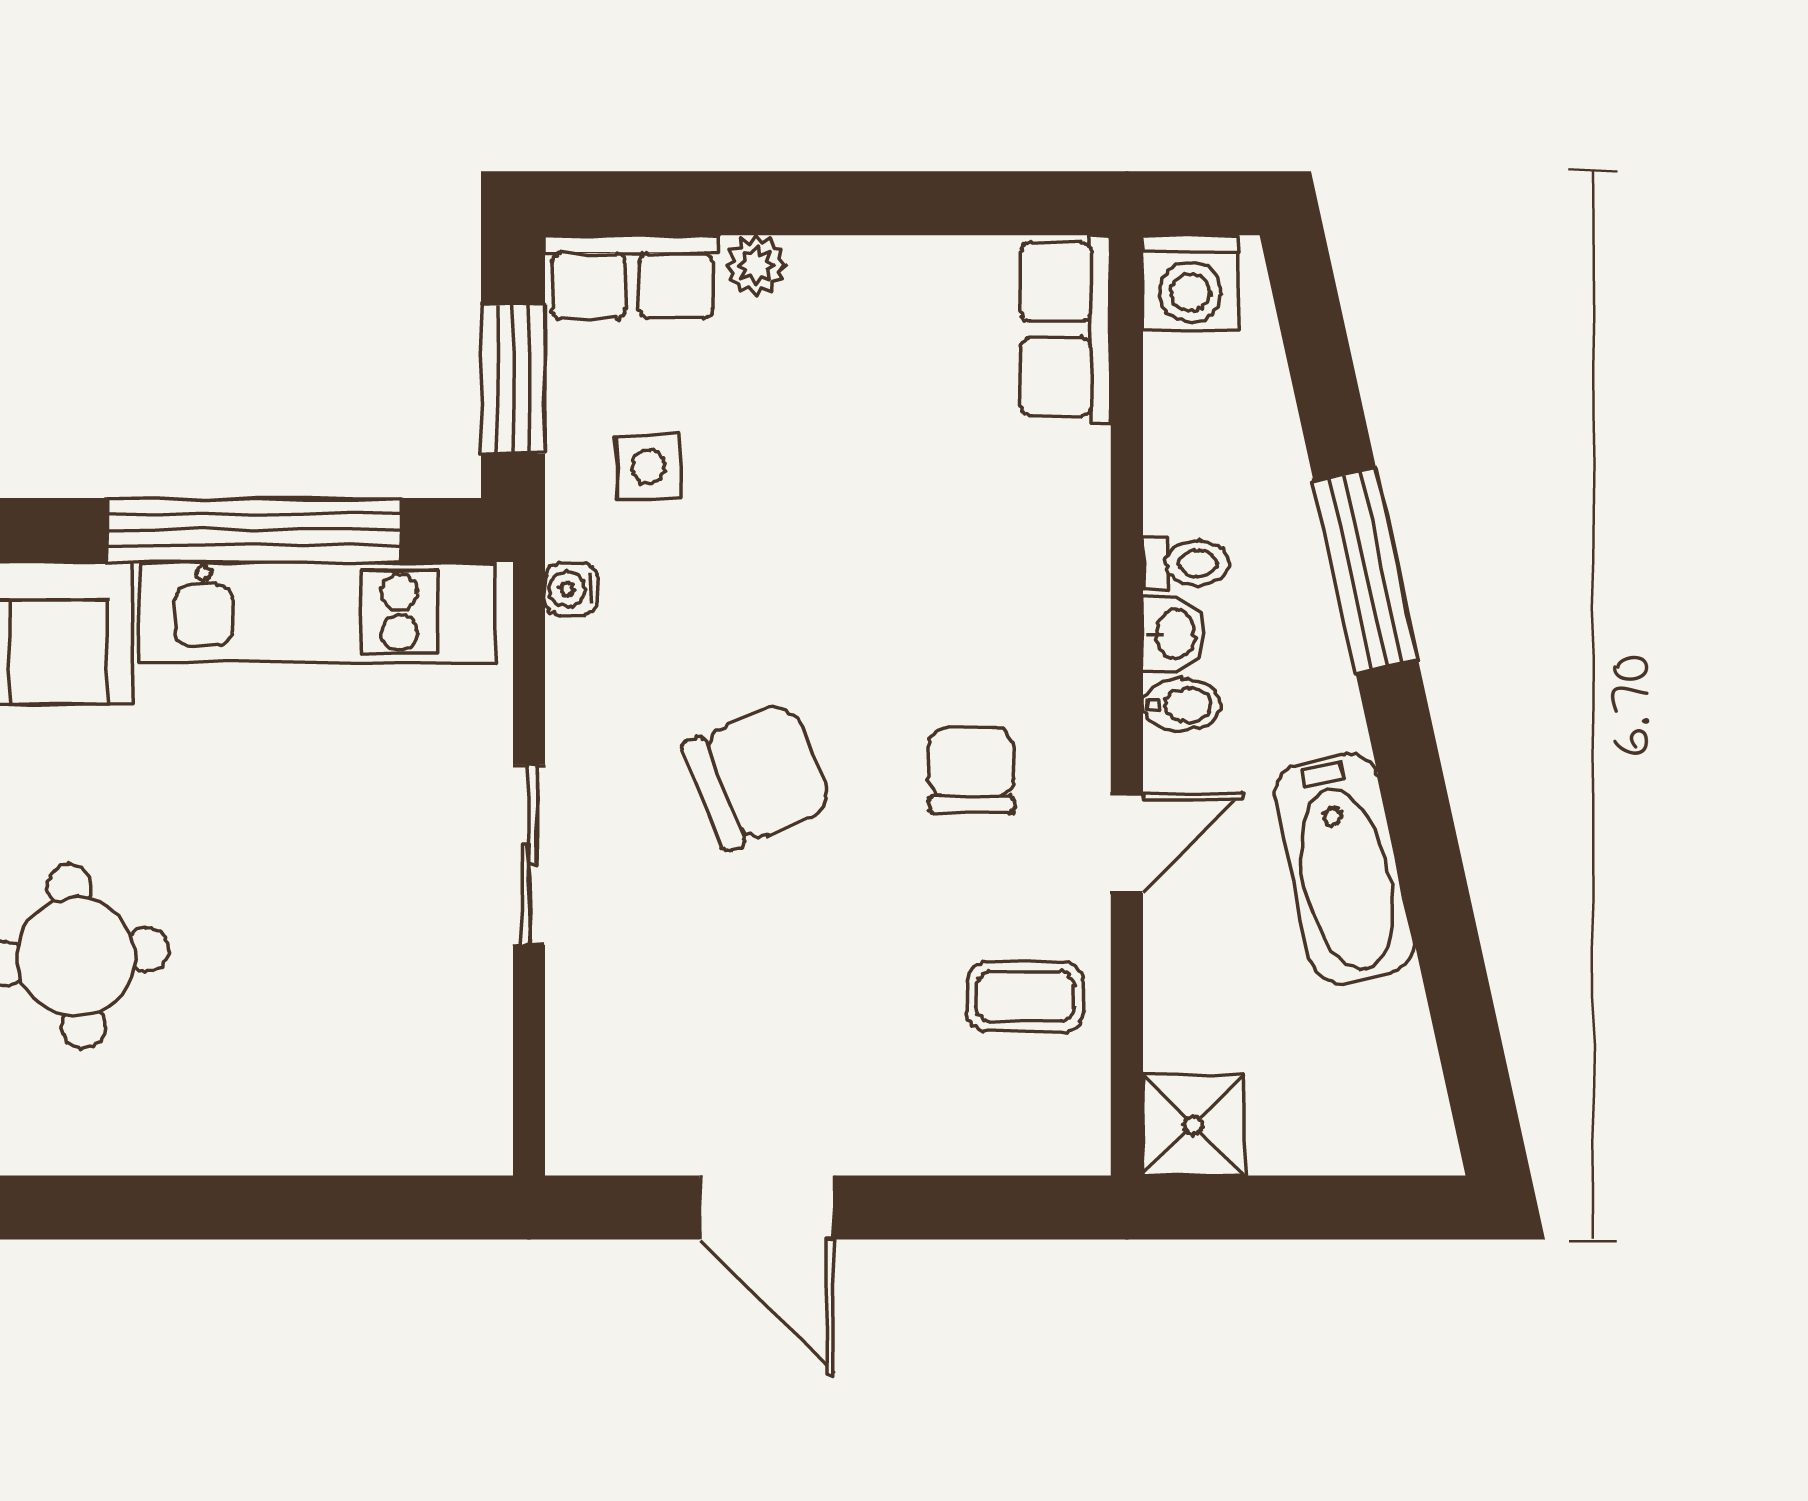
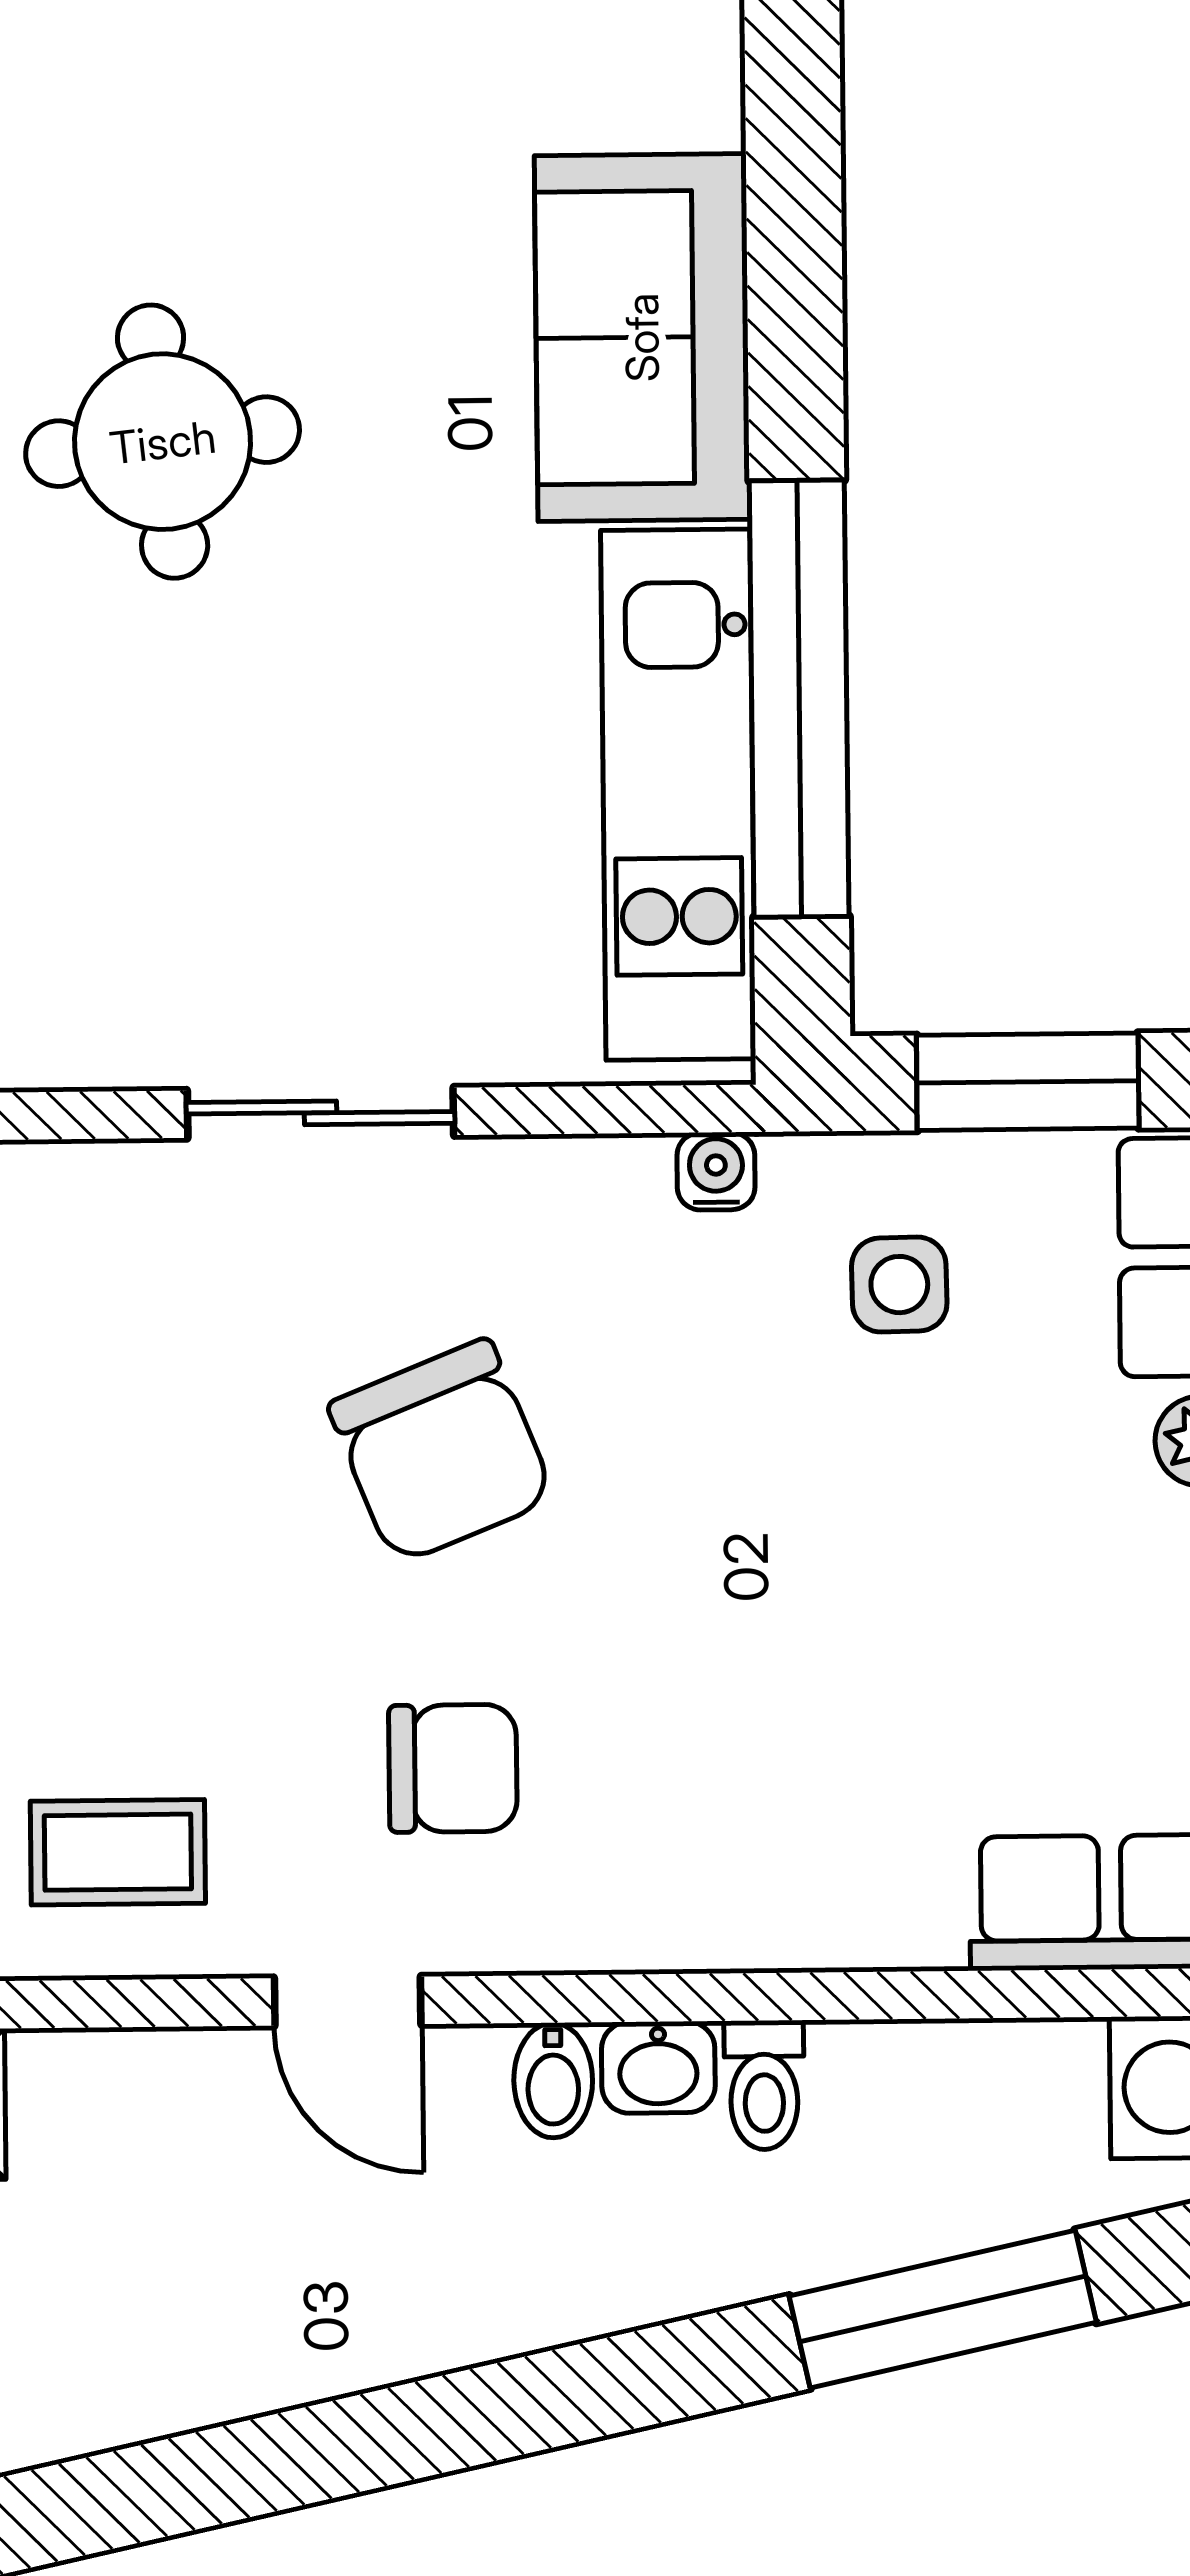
window: (1366, 571) -> (943, 2309), moved
bathtub: (1344, 868) -> (313, 2325), removed
coffee table: (1025, 996) -> (118, 1852), turned 90

